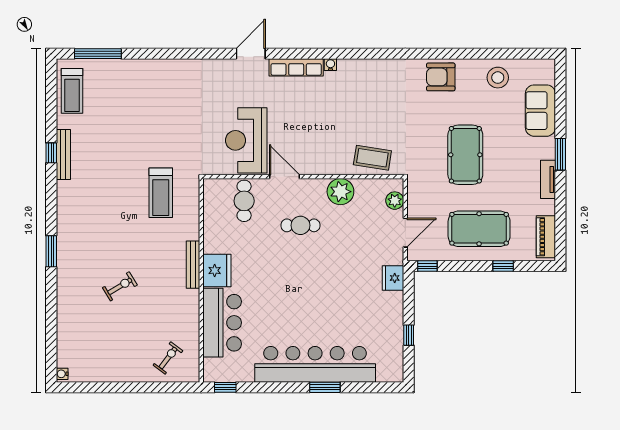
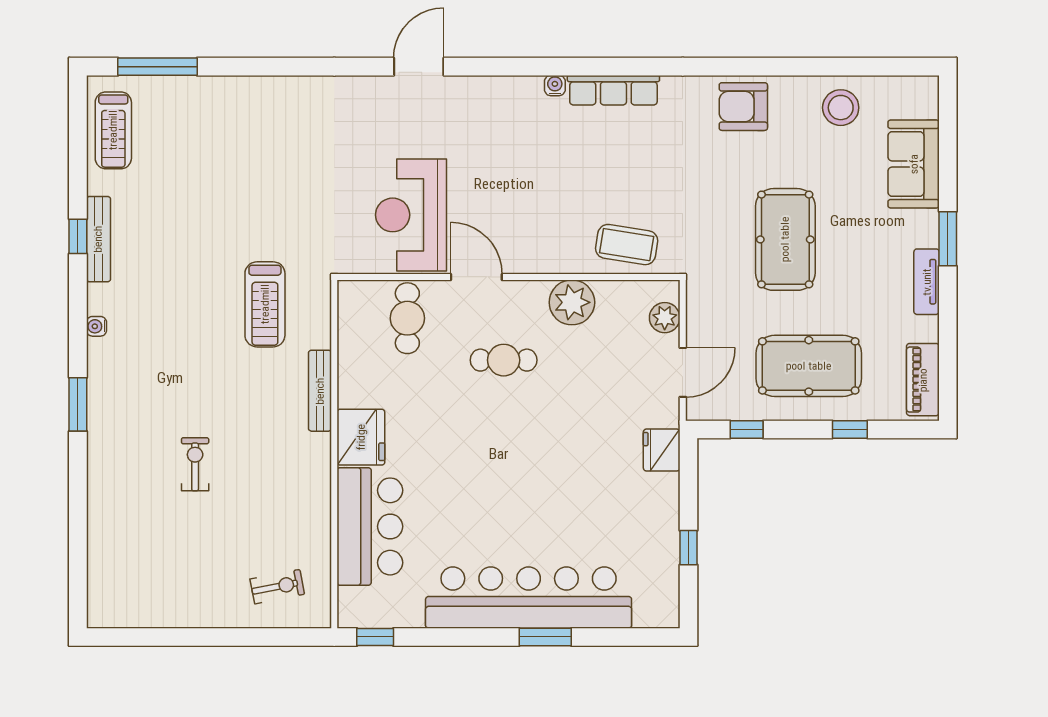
row of seats: (296, 67) -> (613, 90), moved
bench: (193, 265) -> (320, 391), moved
window: (427, 266) -> (747, 430), moved
exercise bike: (120, 286) -> (195, 464), turned -59
exercise bike: (168, 358) -> (277, 587), turned 42
water cooler: (62, 374) -> (96, 326), moved

